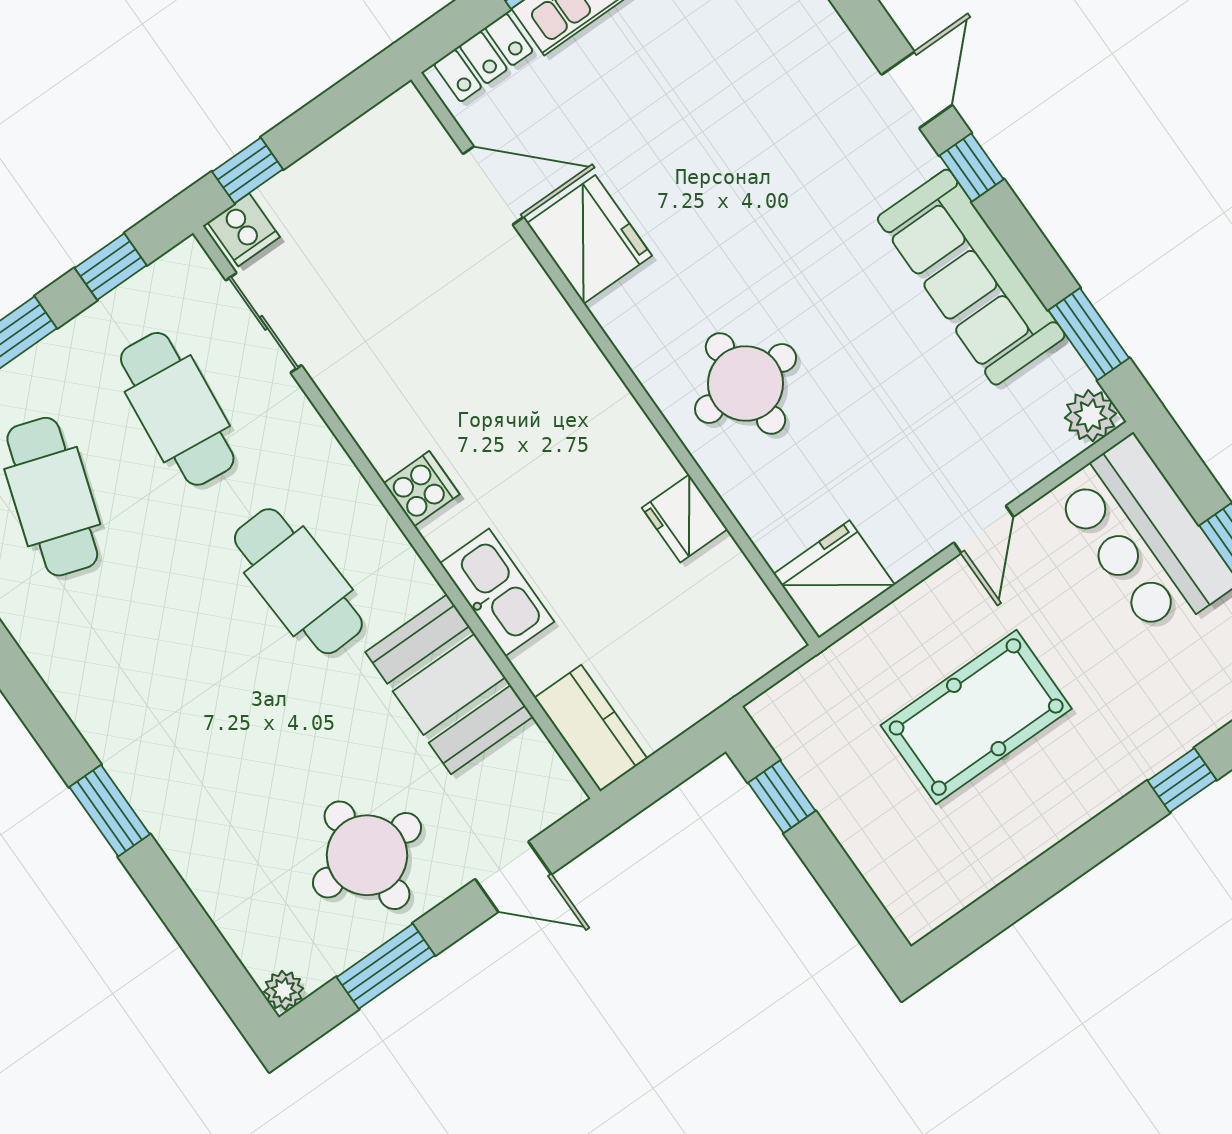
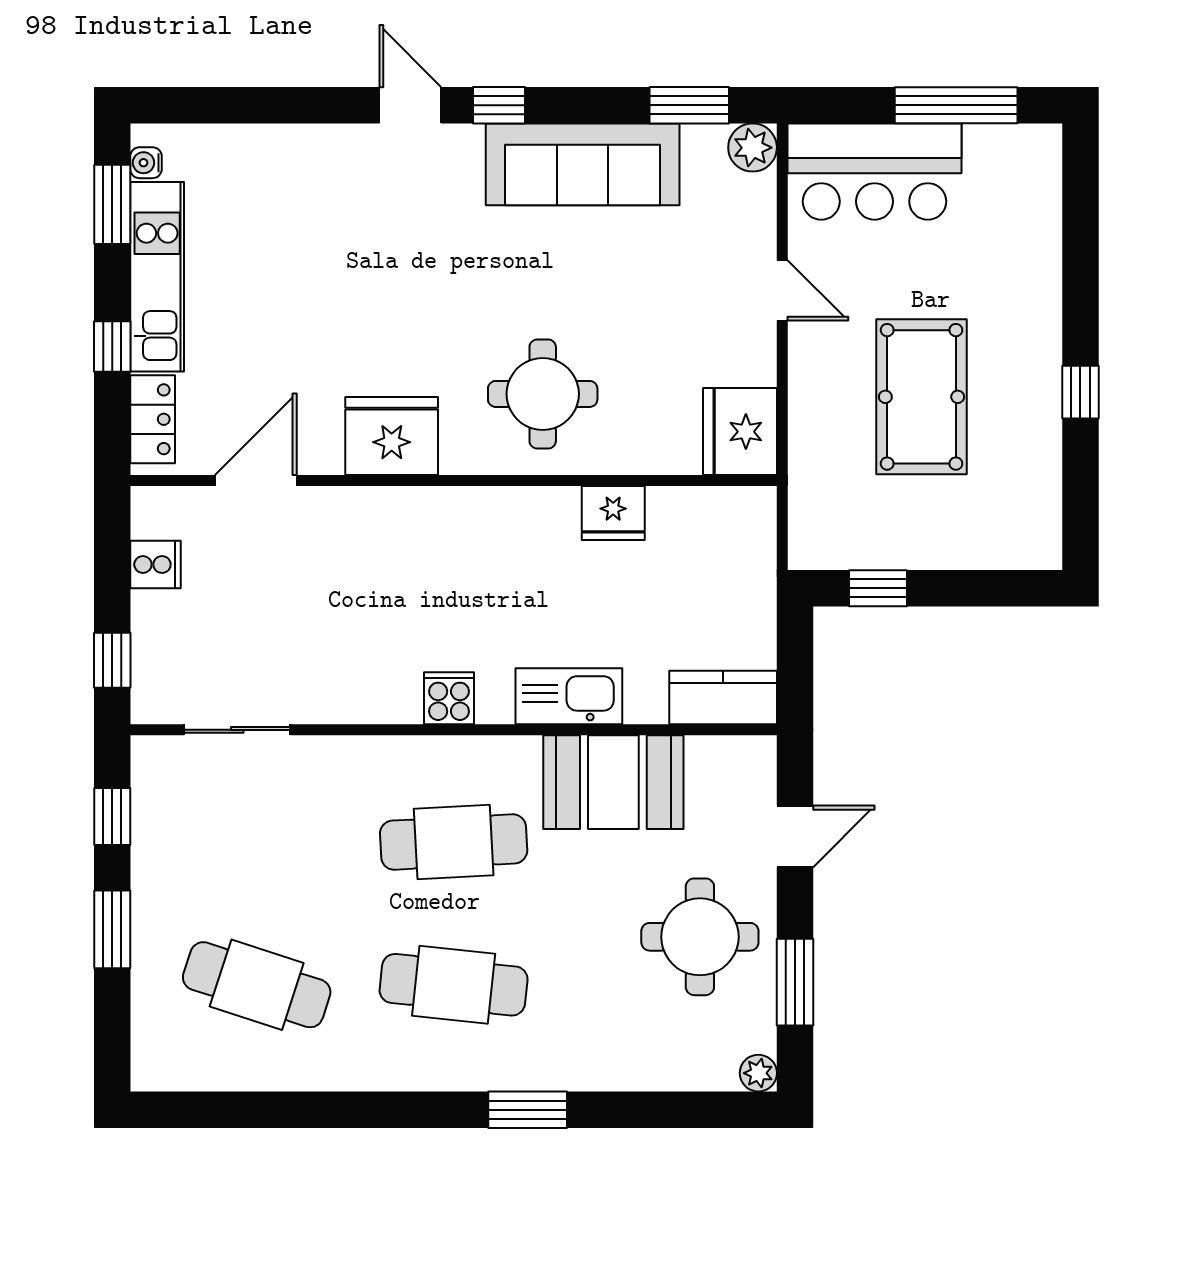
cooker: (244, 230) -> (155, 564), moved
fridge: (589, 239) -> (392, 436), moved
cafe table: (177, 409) -> (454, 985), moved
window: (1182, 780) -> (1080, 392), moved

